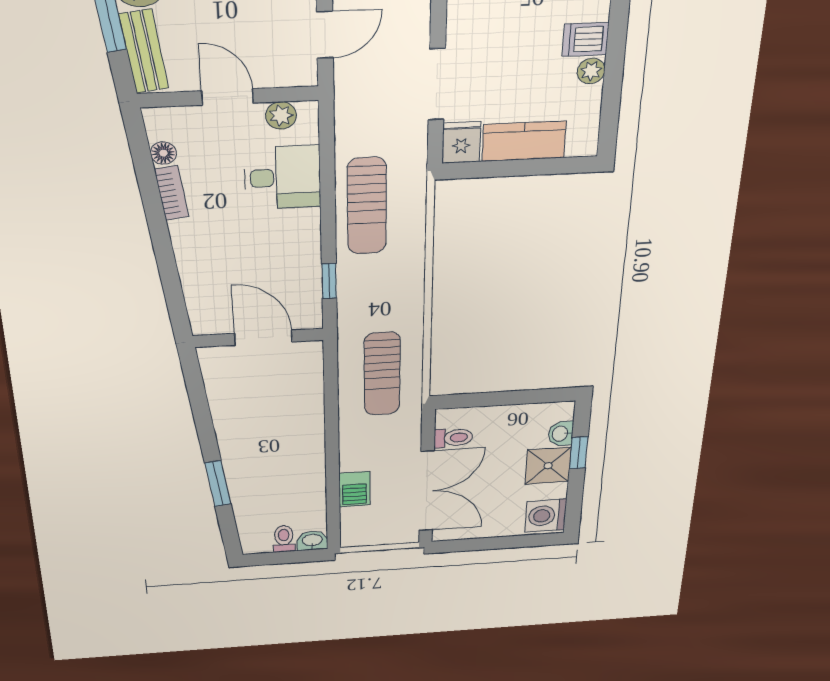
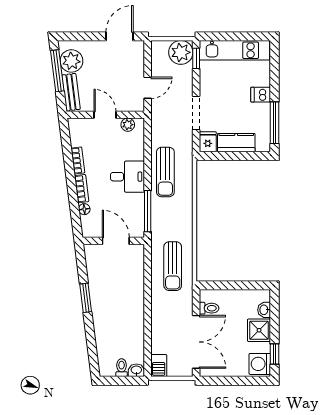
plant: (591, 71) -> (264, 110), removed
window: (611, 97) -> (274, 123), added
floor lamp: (163, 153) -> (84, 209), moved
desk: (282, 177) -> (127, 177), moved
bookcase: (184, 247) -> (82, 189), added
window: (329, 281) -> (148, 211), width x2.17
window: (579, 453) -> (274, 354), moved
window: (218, 484) -> (86, 298), moved
barbecue: (354, 489) -> (159, 366), moved

